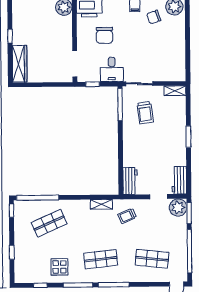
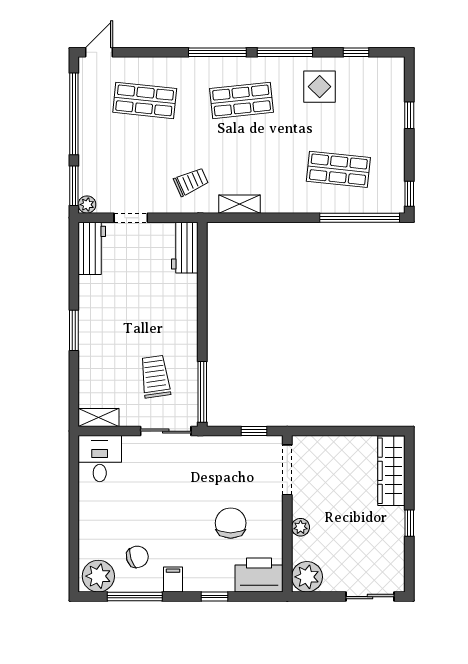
plant: (67, 33) -> (301, 527), added
desk: (112, 69) -> (100, 459), moved
plant: (178, 207) -> (87, 205), width x0.53, depth x0.53
shop shelf: (49, 223) -> (338, 169), turned 30

